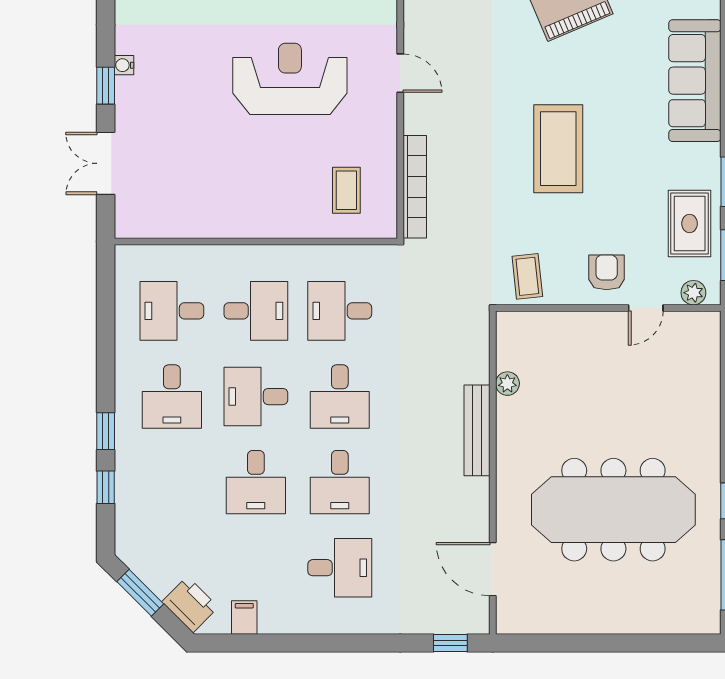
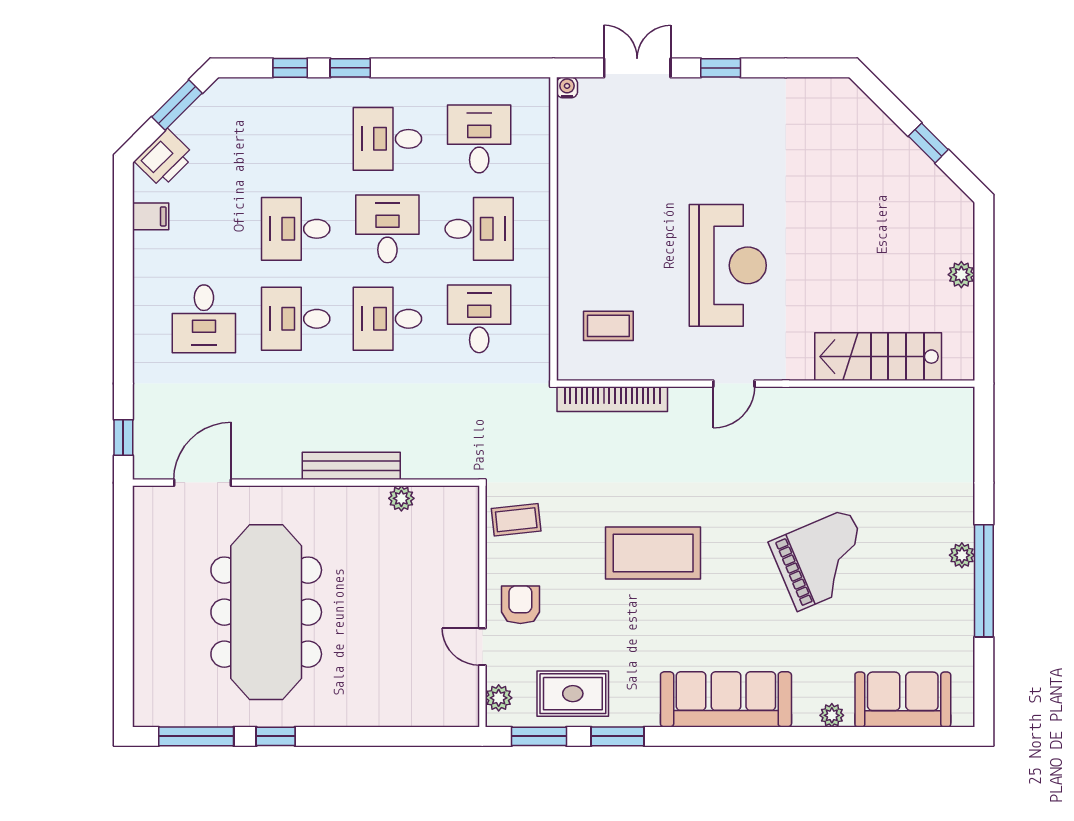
water cooler: (124, 65) -> (567, 88), moved
armchair: (607, 272) -> (520, 605), turned -90
desk: (256, 311) -> (479, 229), turned -90

